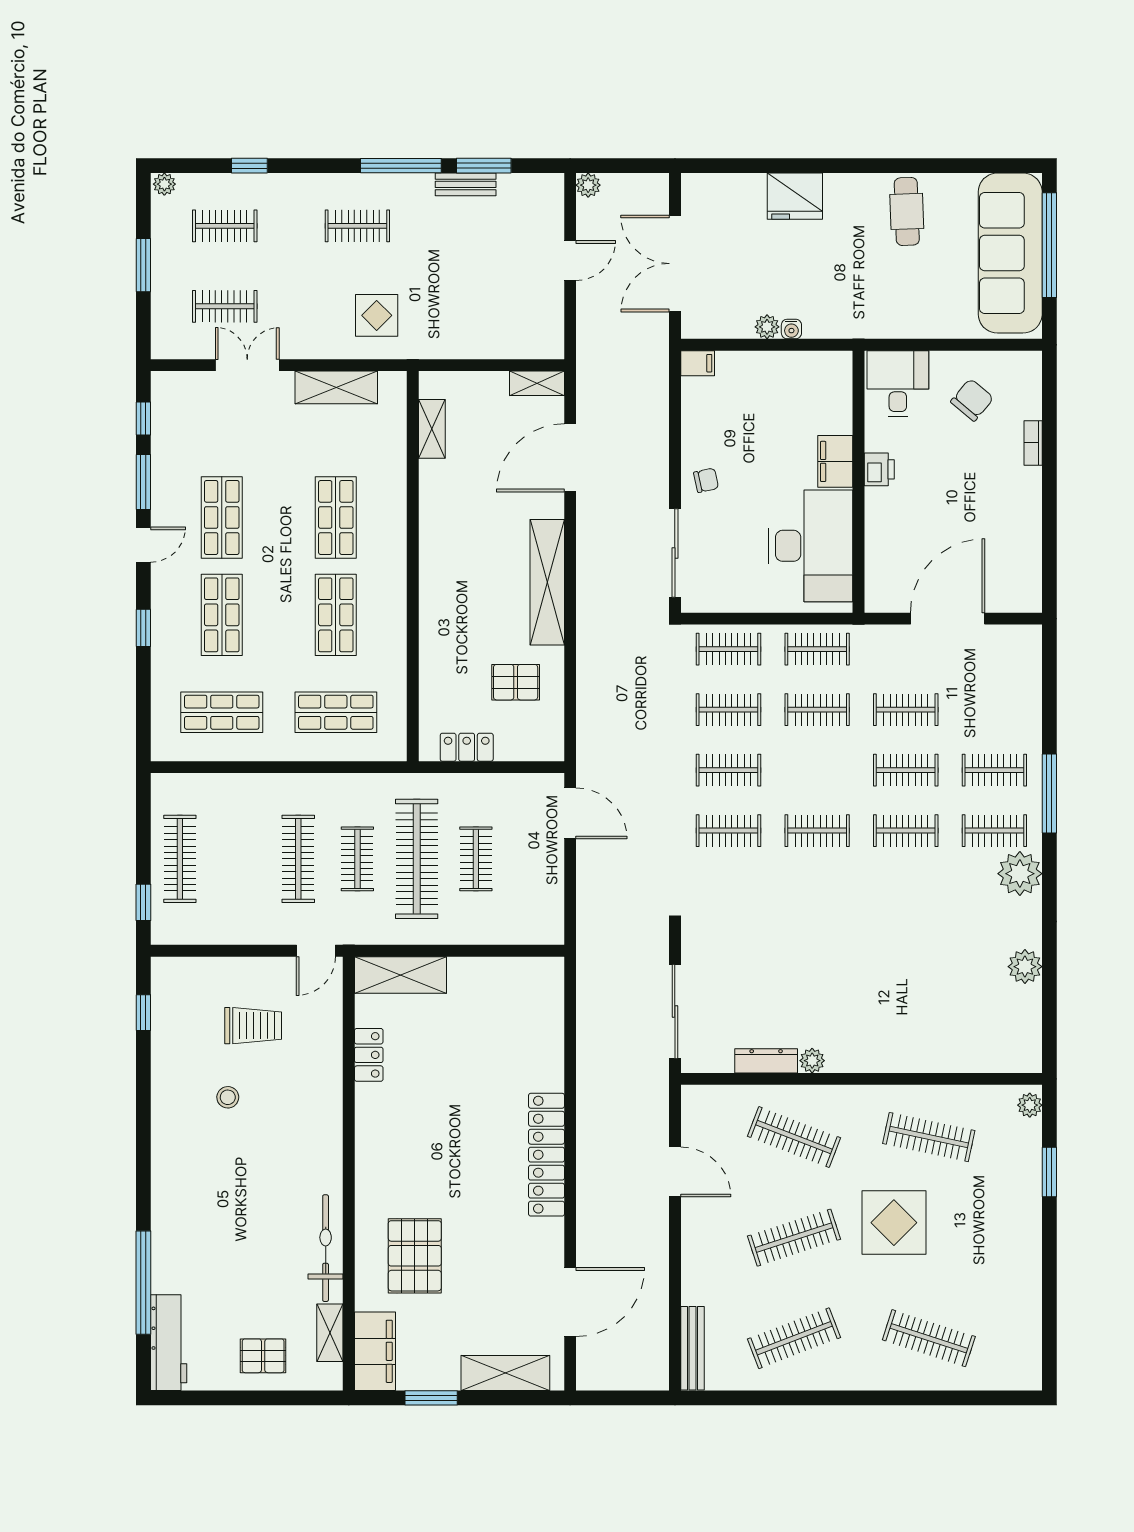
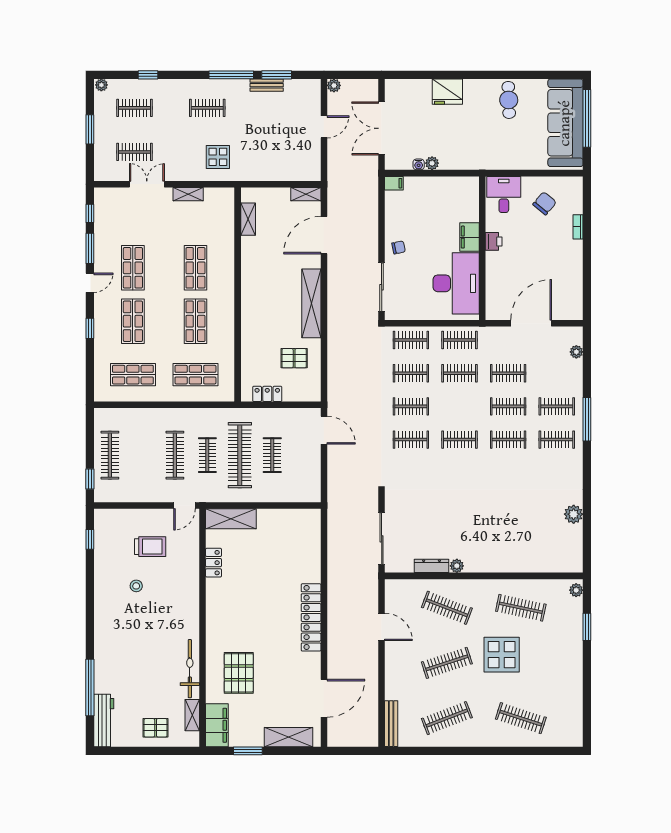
water cooler: (791, 329) -> (419, 164), moved
shelving: (336, 387) -> (188, 194), width x0.67, depth x0.75
plant: (1020, 874) -> (576, 352), moved, width x0.53, depth x0.53

